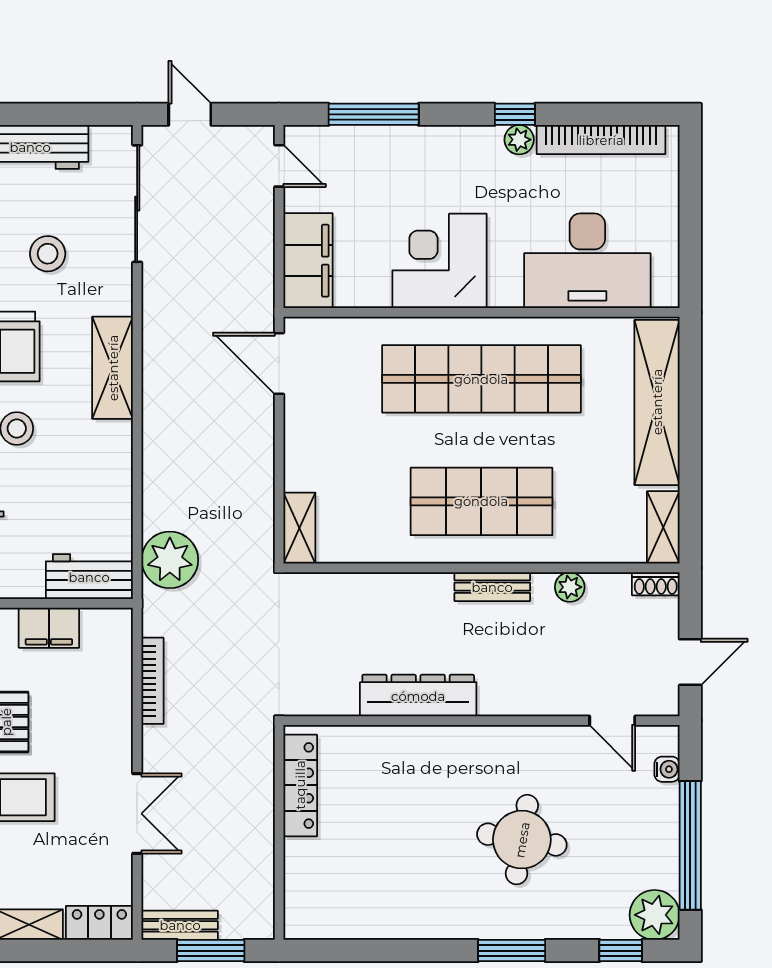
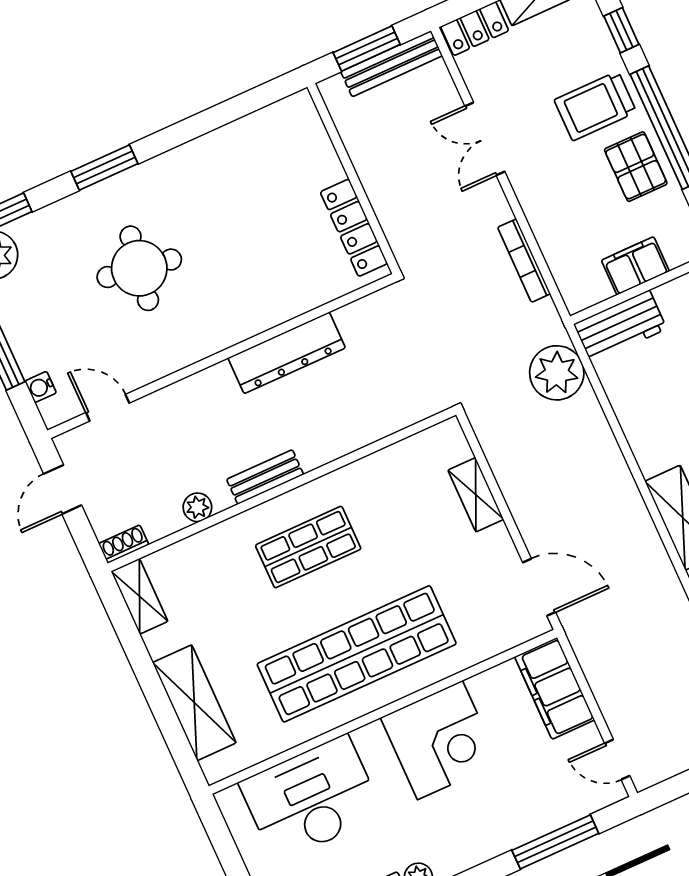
shelving: (657, 402) -> (194, 703), width x0.68
shop shelf: (481, 501) -> (308, 547), width x0.70, depth x0.74
shelving: (299, 528) -> (476, 495), moved
bench: (180, 925) -> (392, 64), width x1.36

